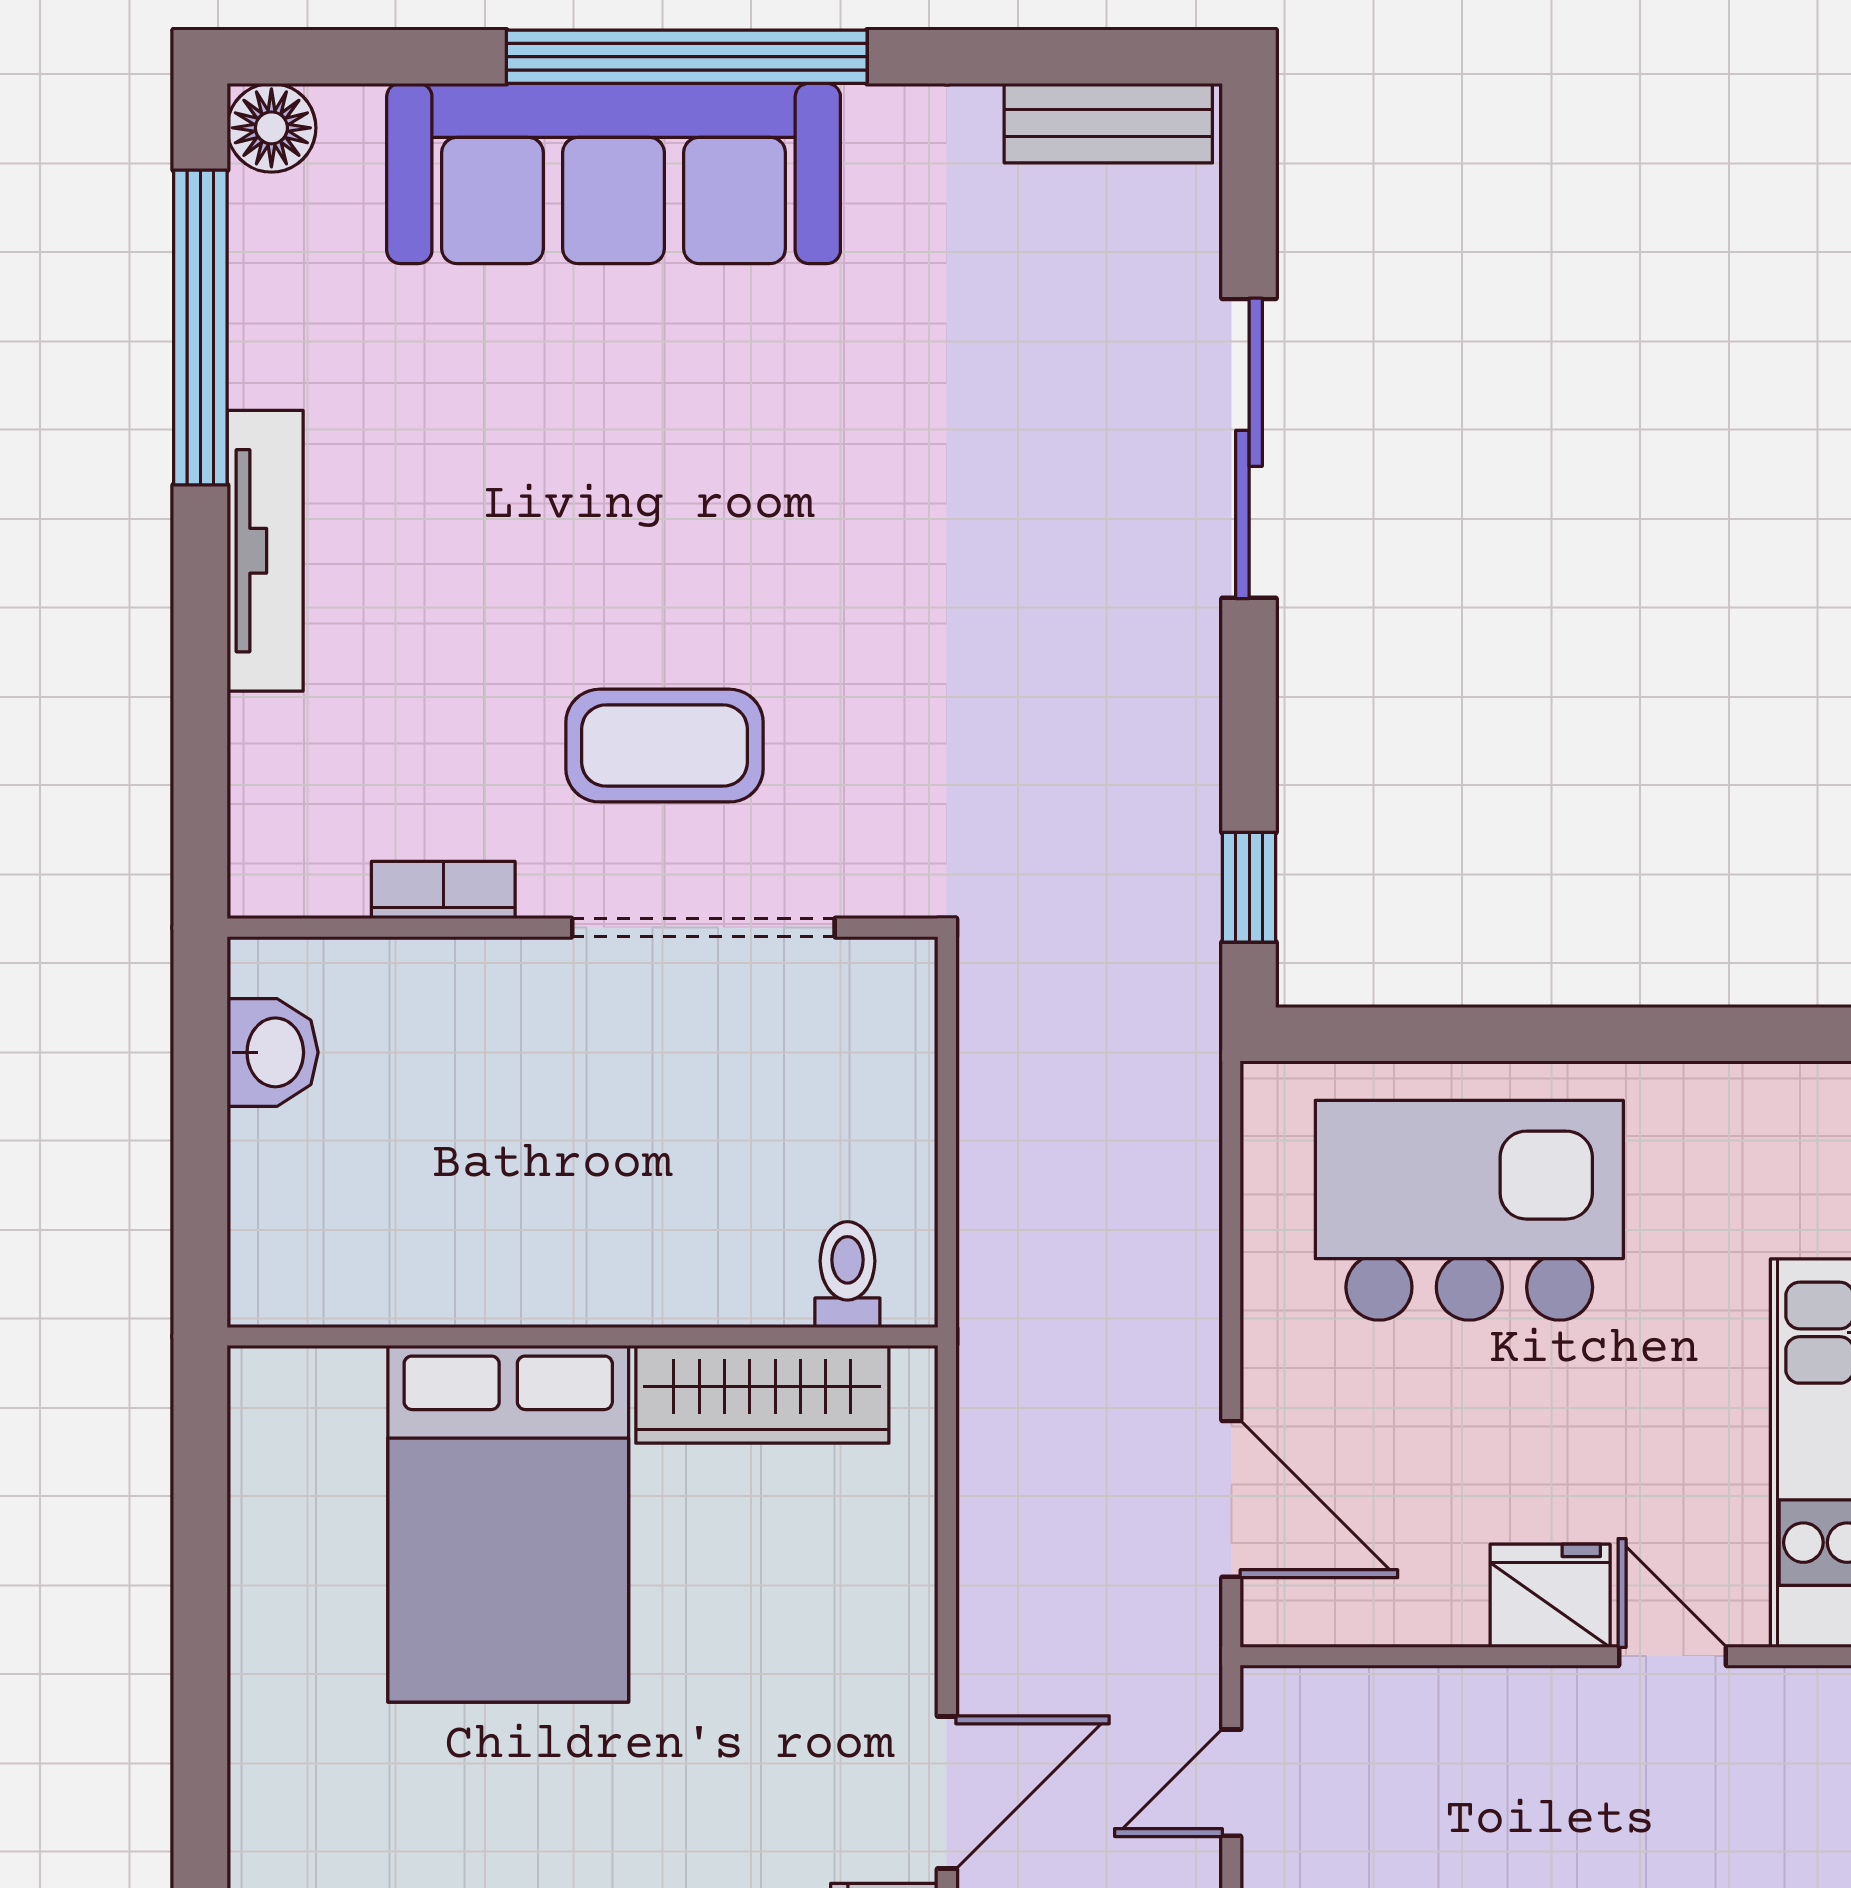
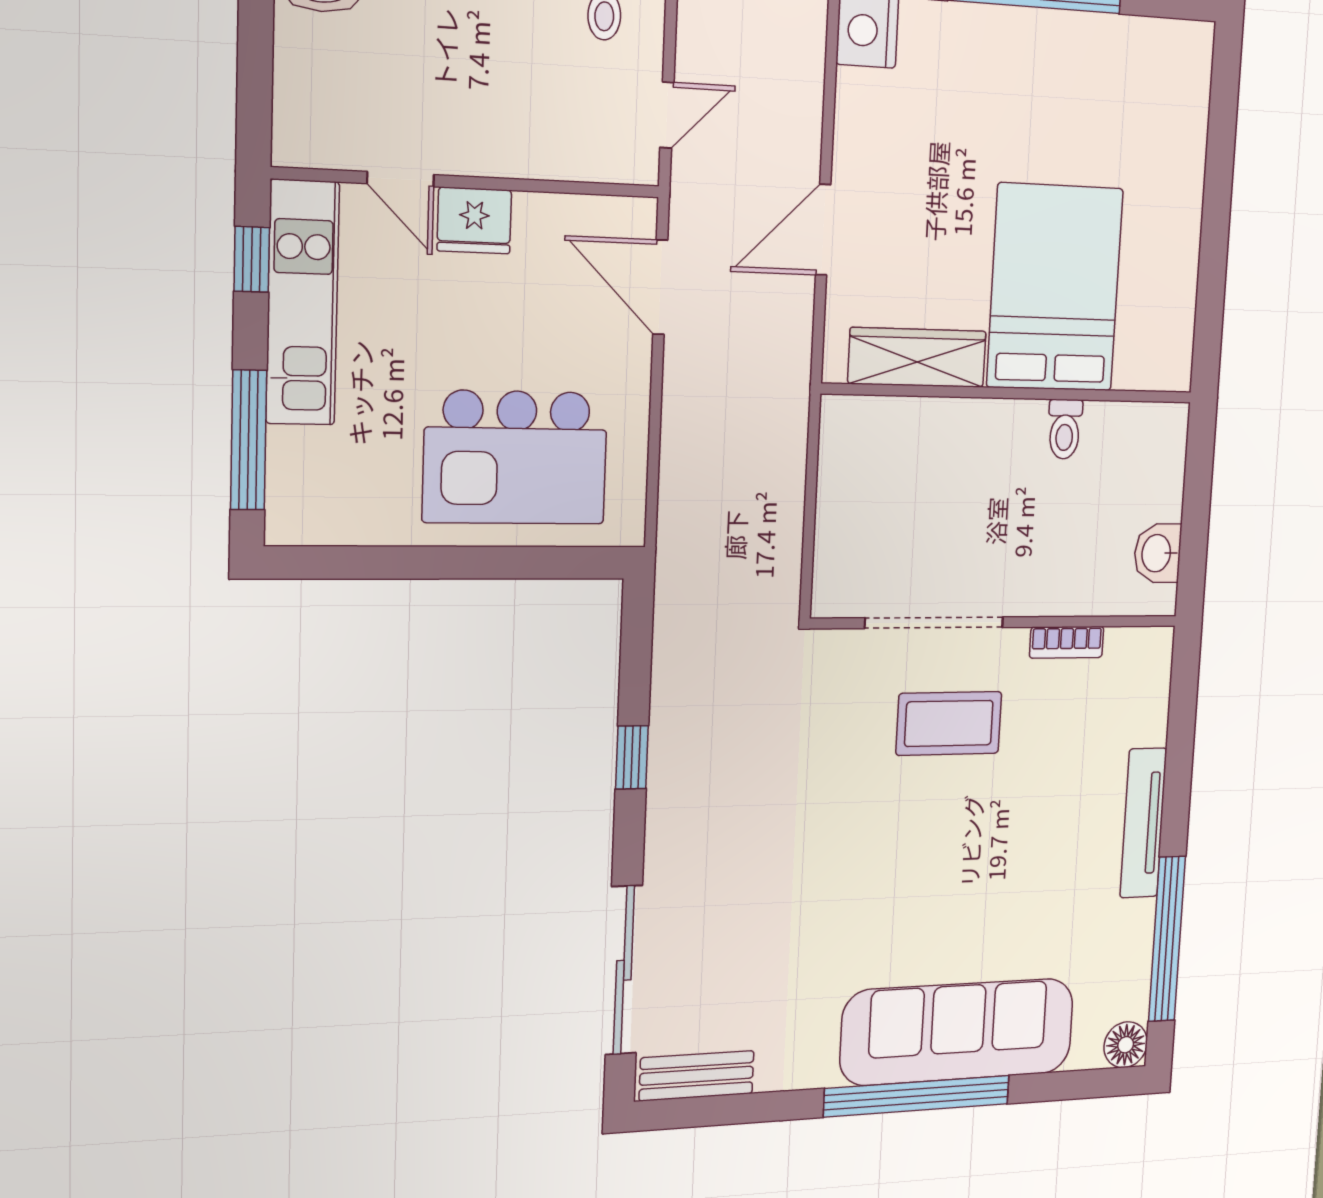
sliding door: (1249, 448) -> (624, 970), moved
window: (1249, 887) -> (632, 757), moved
toilet: (847, 1275) -> (1065, 429), moved
door: (947, 1793) -> (823, 230), moved

